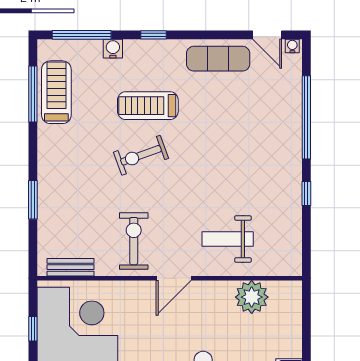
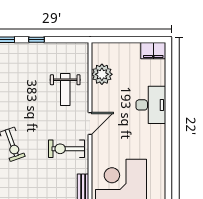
door: (174, 278) -> (90, 124), hinge flipped

